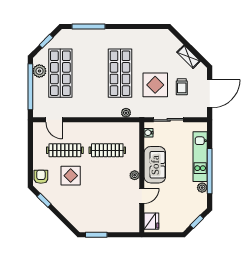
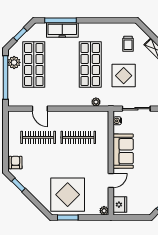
freezer: (90, 37) -> (62, 30), added
trolley: (182, 87) -> (128, 44), moved
door: (54, 120) -> (40, 109), moved
plant: (135, 175) -> (104, 211), moved
display table: (71, 176) -> (68, 195), moved, width x1.86, depth x1.86

